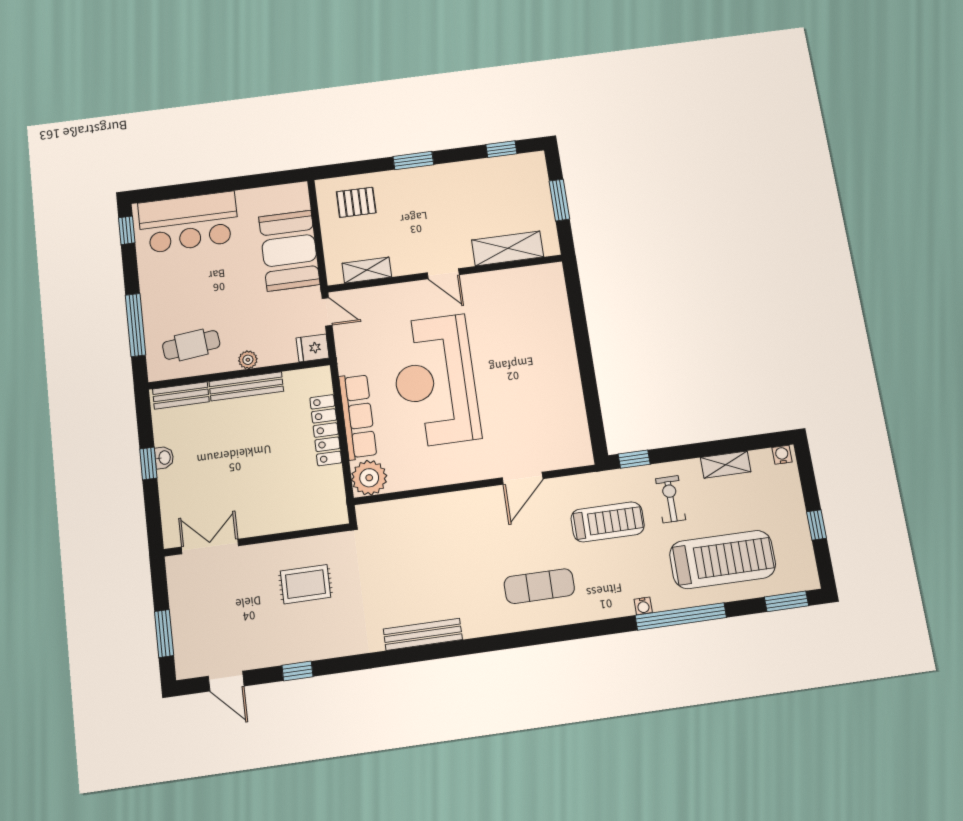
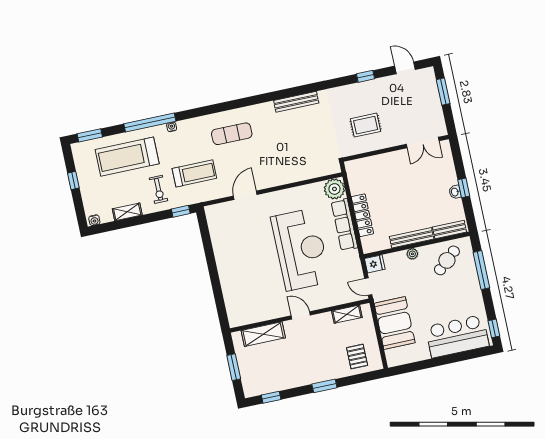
pallet: (356, 202) -> (357, 356), turned 90
cafe table: (191, 345) -> (447, 260), turned -35
treadmill: (608, 522) -> (194, 173), turned 180

